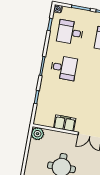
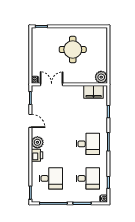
desk: (64, 68) -> (88, 144), turned 180
filing cabinet: (65, 123) -> (94, 92), moved

